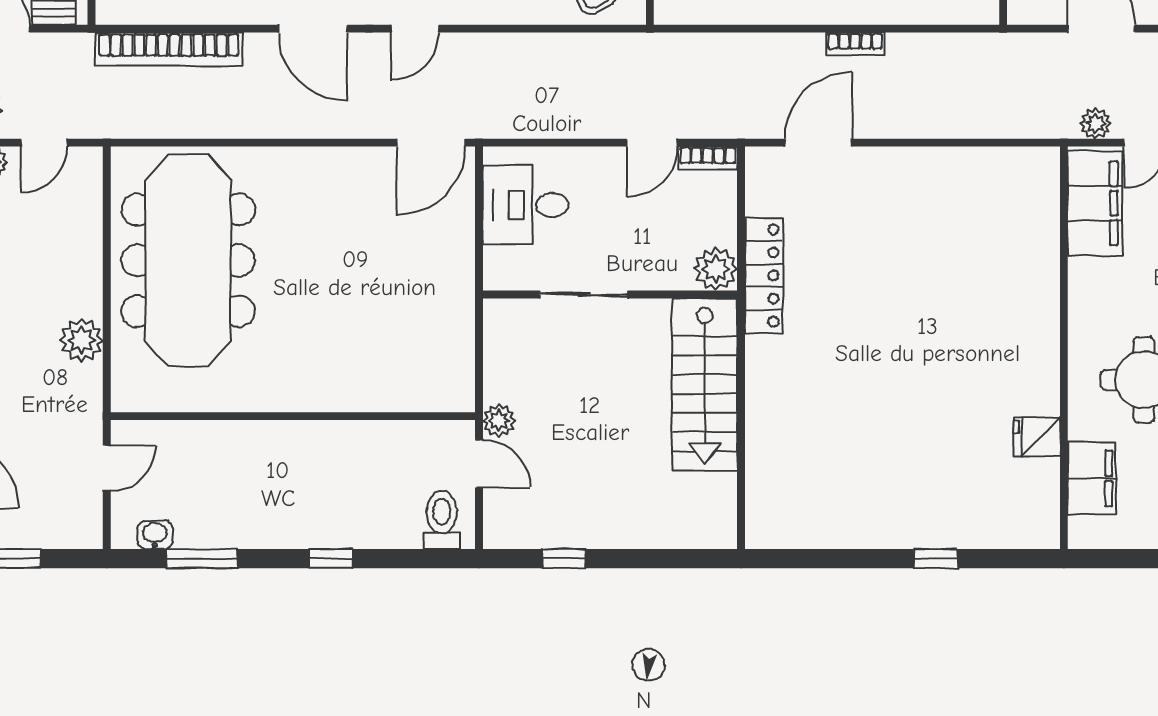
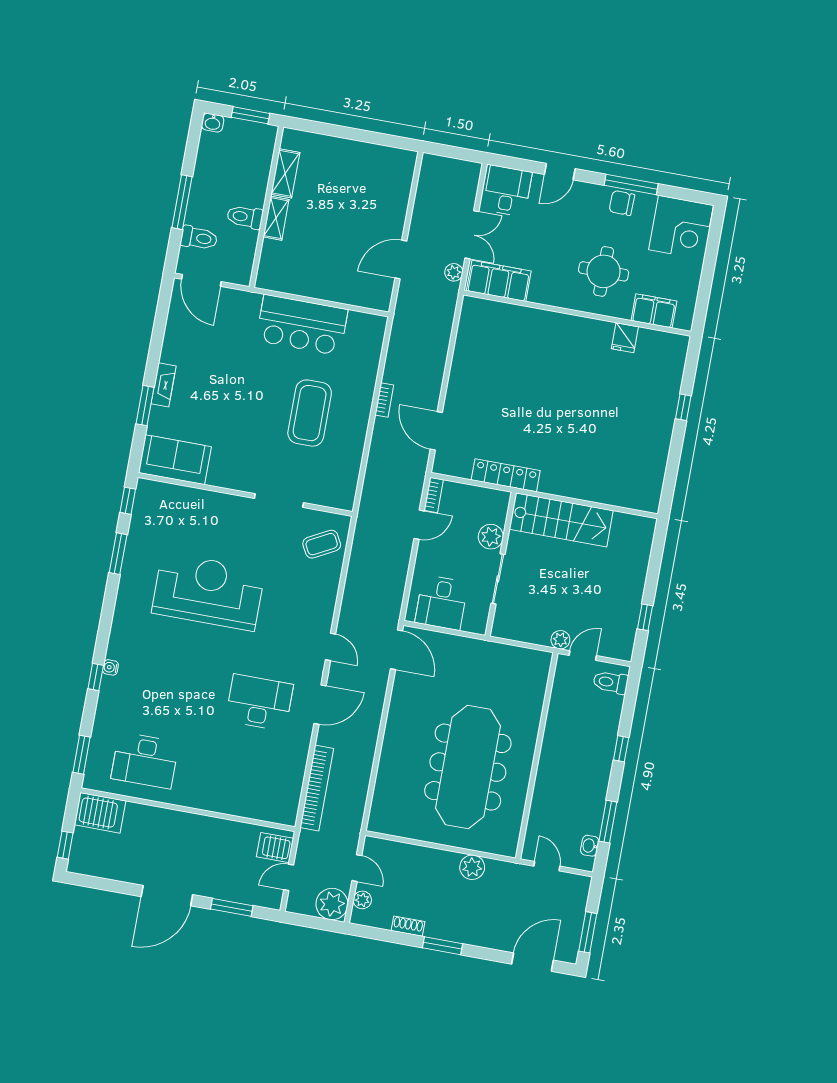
door: (652, 143) -> (419, 525), hinge flipped
meeting table: (188, 260) -> (468, 767), moved, turned 90
plant: (716, 269) -> (491, 537), moved

